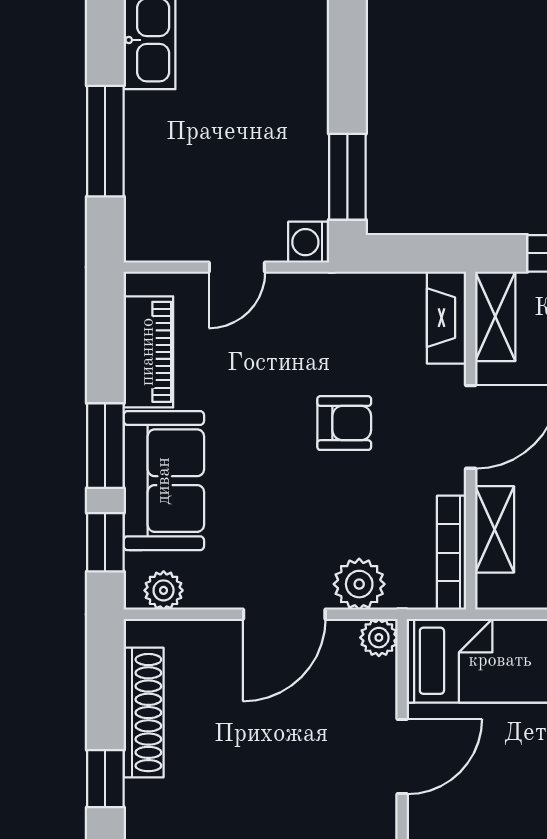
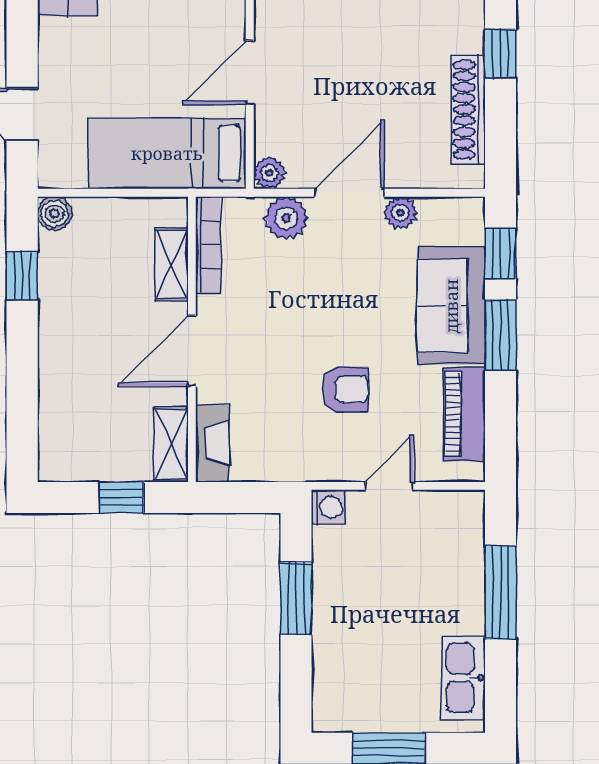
window: (347, 177) -> (296, 599), moved
armchair: (344, 423) -> (345, 389), moved, turned 180
plant: (164, 590) -> (401, 213), moved

